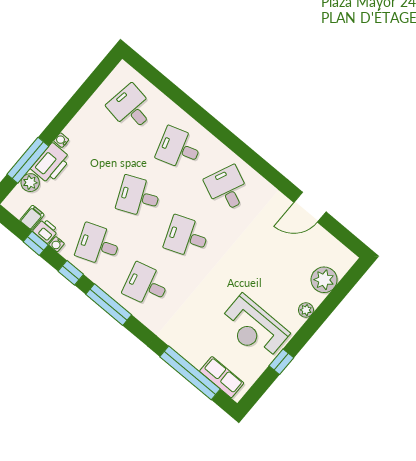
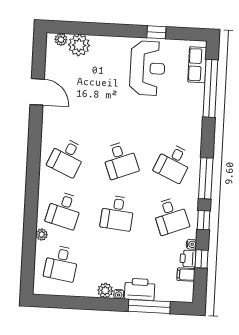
plant: (172, 110) -> (42, 235), added
desk: (179, 148) -> (64, 210), turned 33
plant: (30, 183) -> (105, 291), moved
desk: (139, 197) -> (117, 213), turned 30
desk: (146, 285) -> (173, 163), turned 39
plant: (306, 310) -> (61, 39), moved

